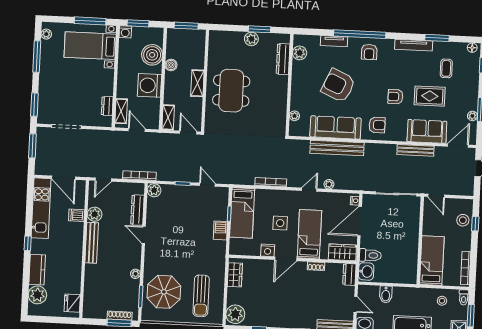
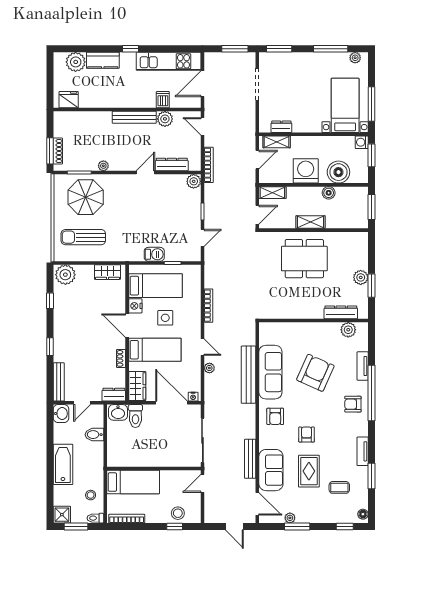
tv unit: (414, 45) -> (363, 451), width x0.71
plant: (294, 116) -> (281, 328), removed
bed: (242, 213) -> (155, 286), moved, turned 180

